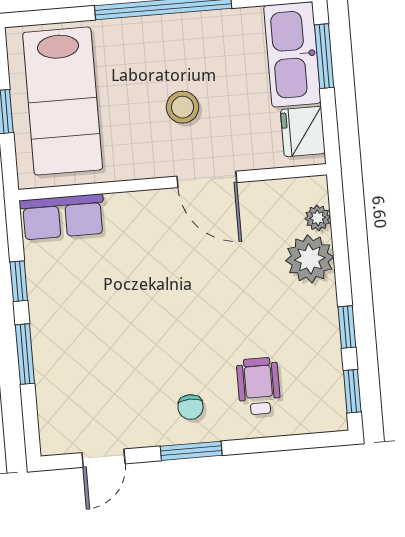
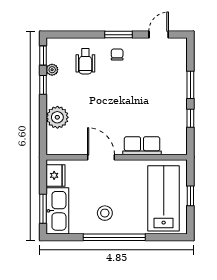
stool: (183, 107) -> (105, 213), moved
row of seats: (62, 217) -> (142, 146), moved
plant: (318, 218) -> (52, 70), moved

